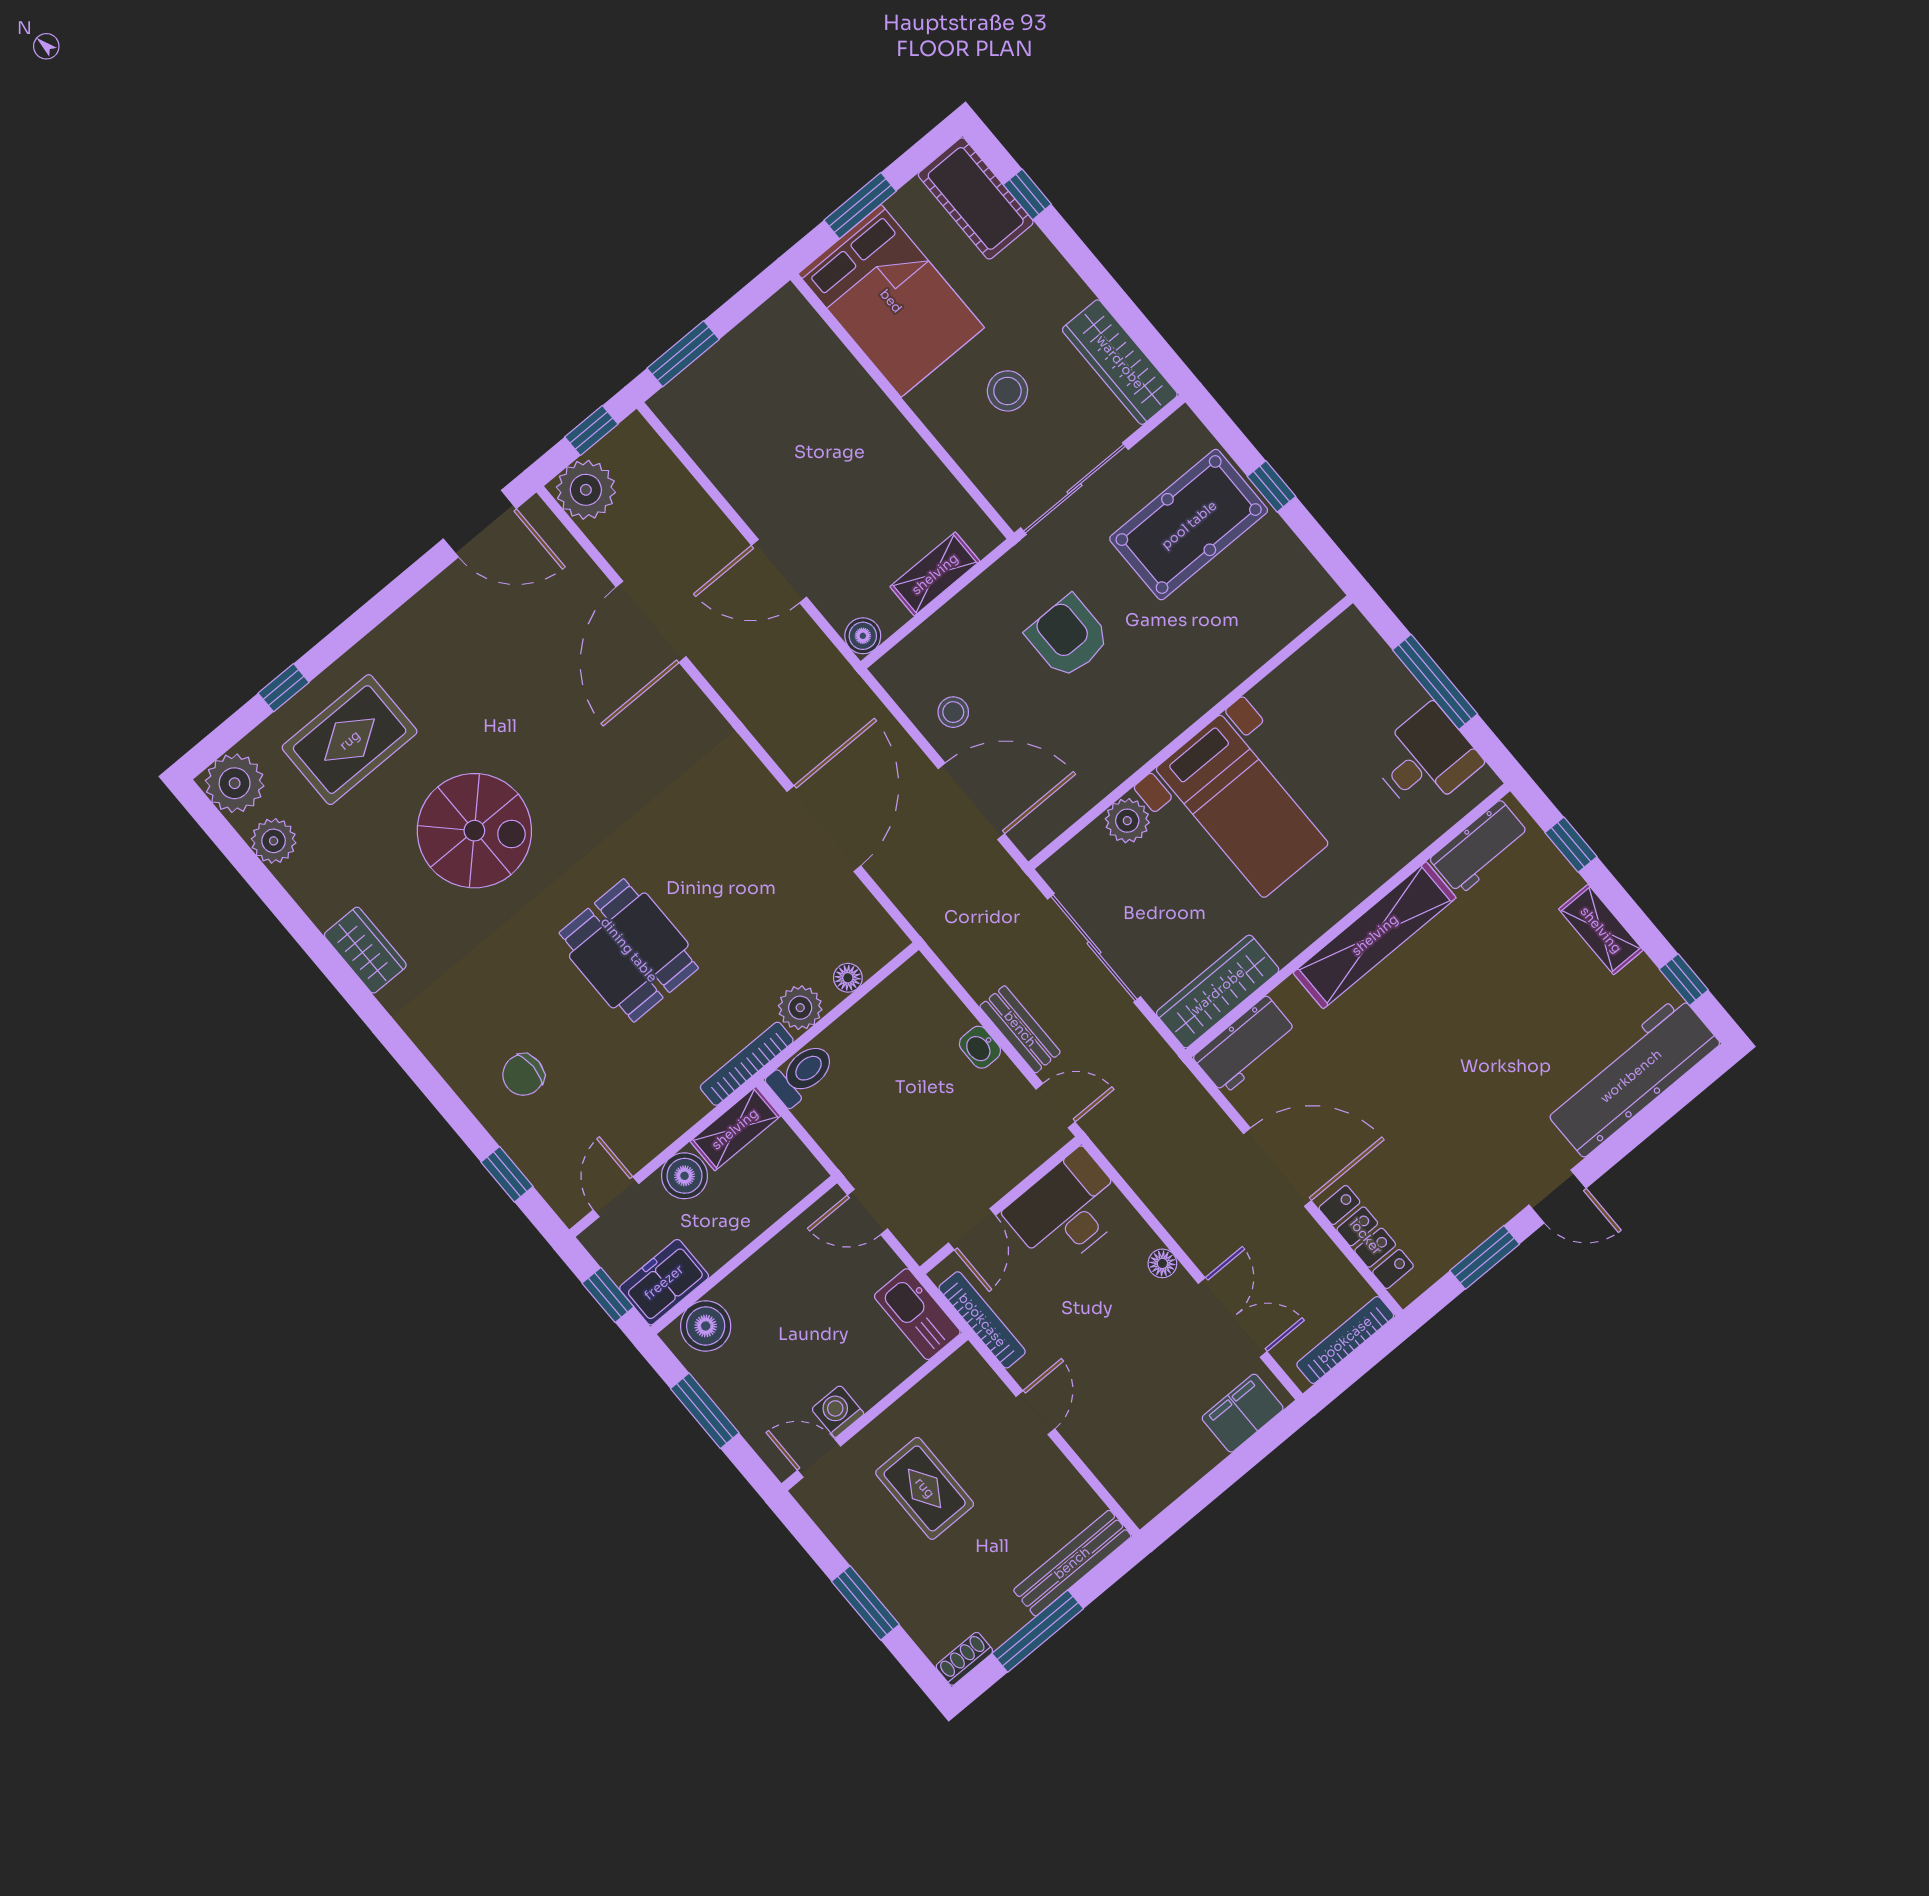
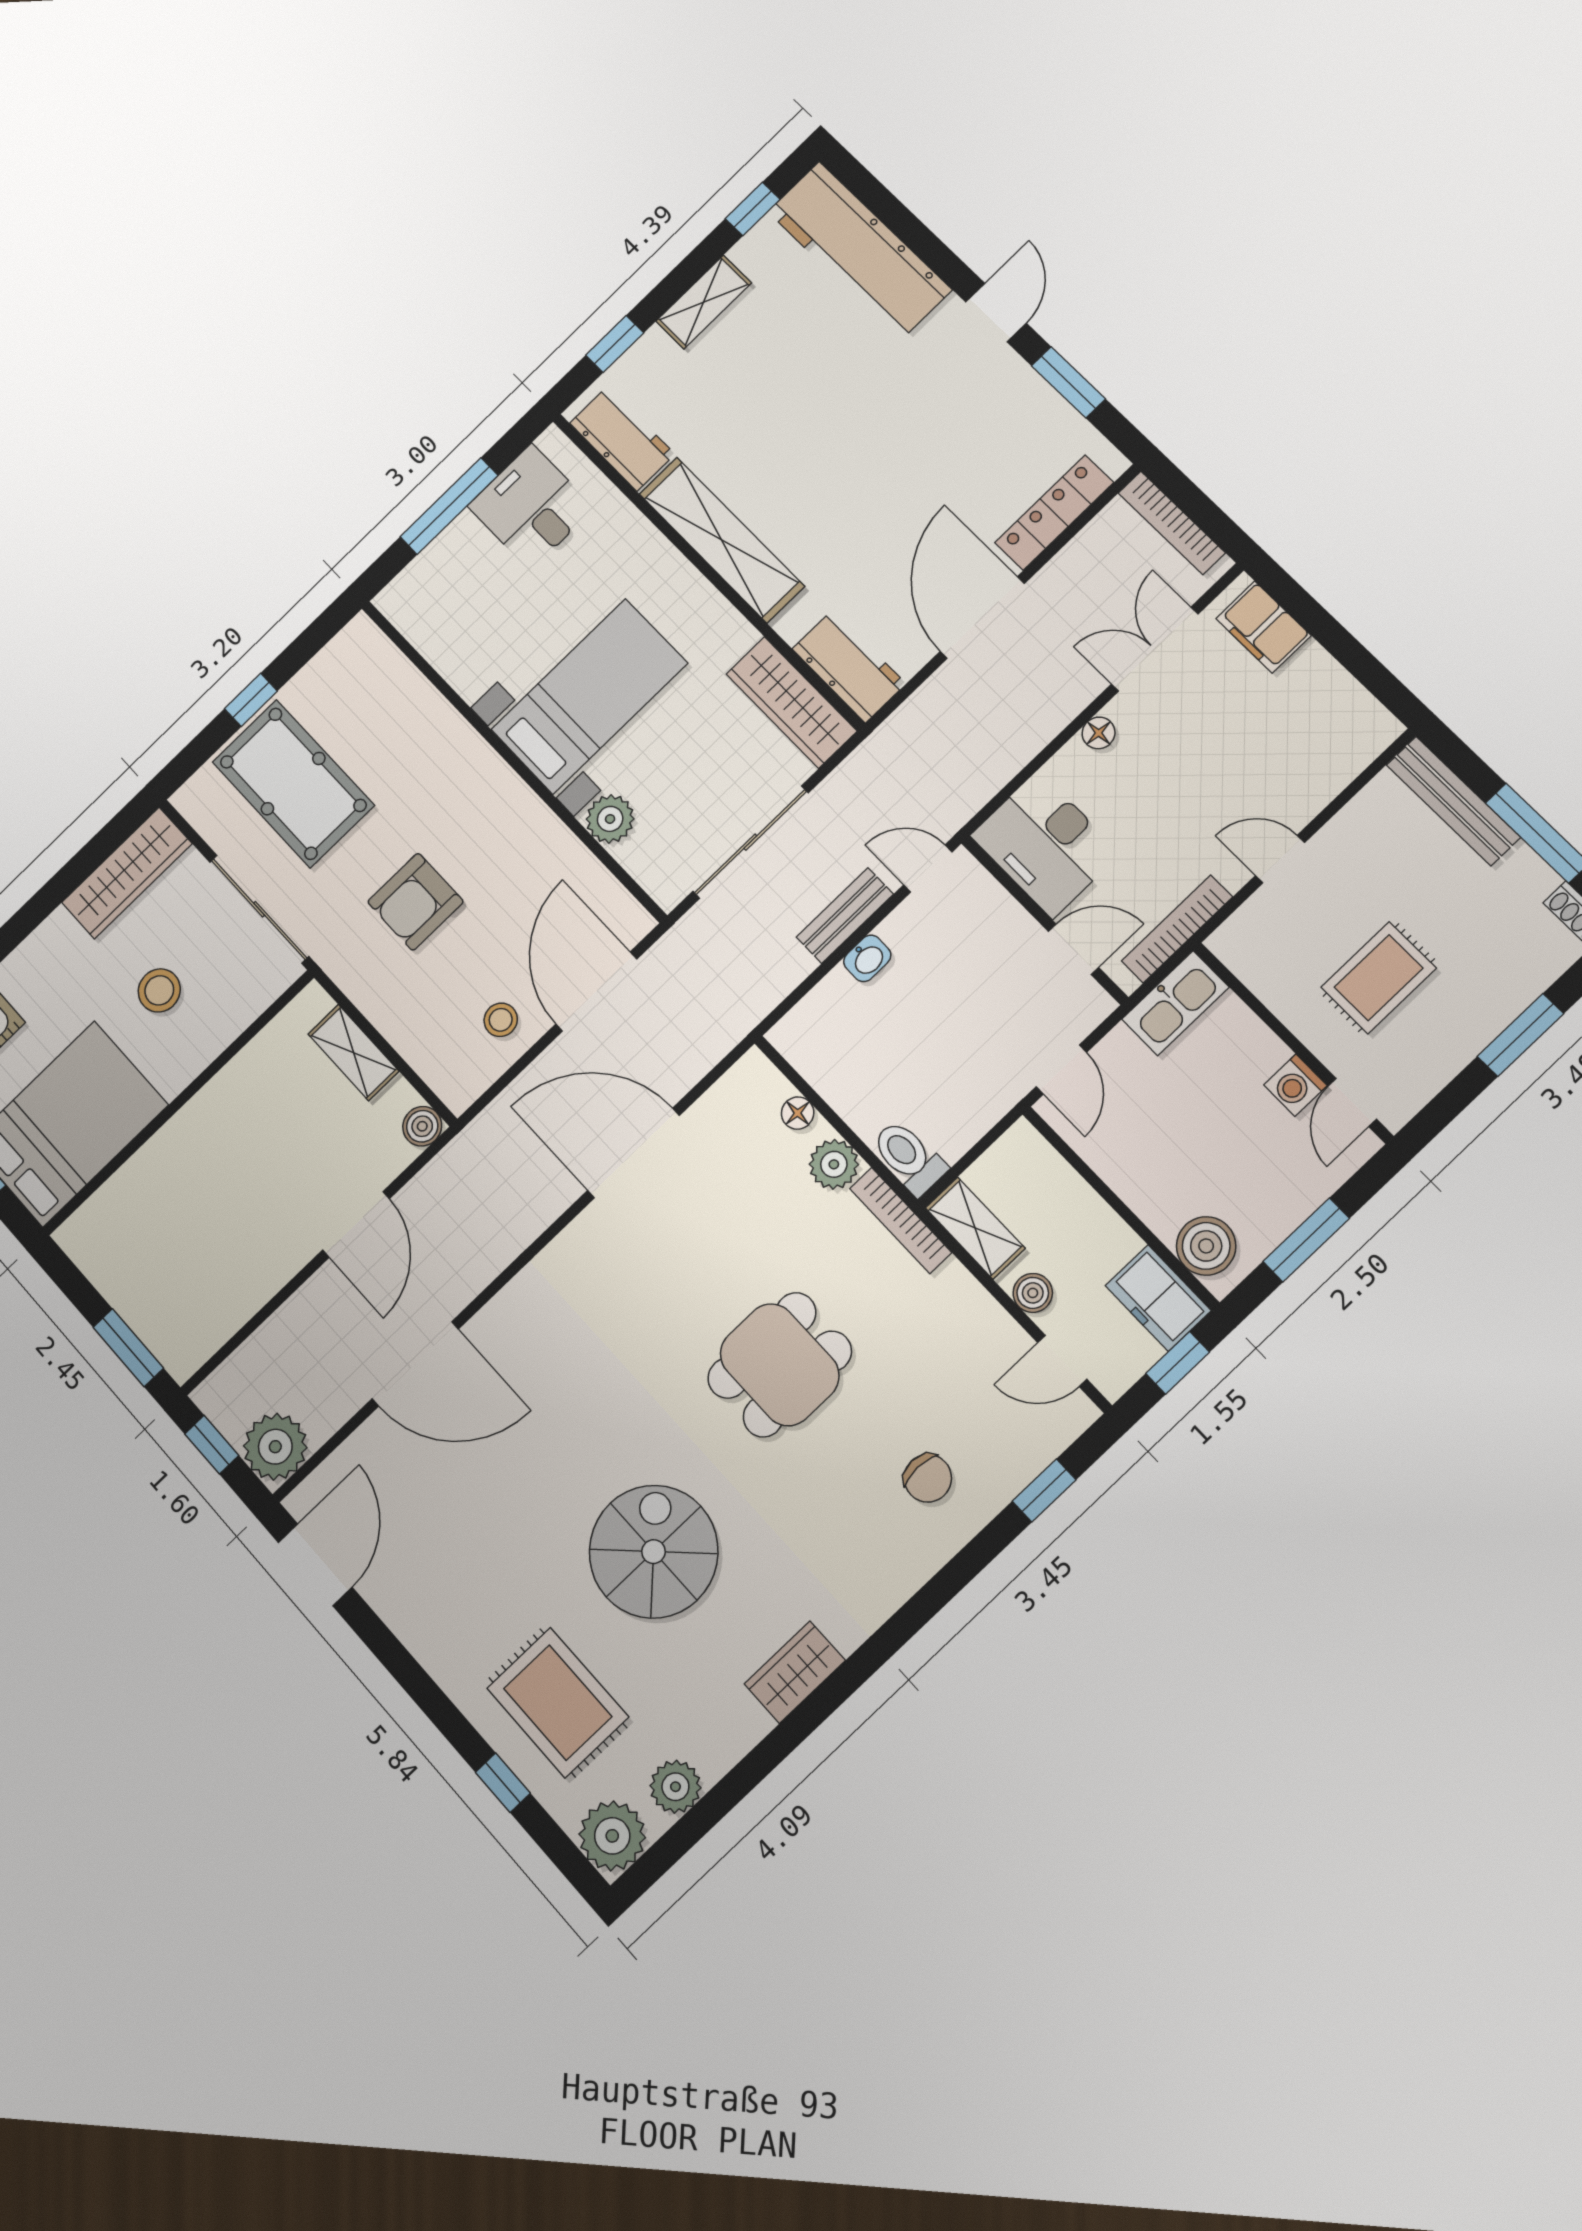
door: (1056, 1106) -> (928, 868), hinge flipped
boiler: (685, 1176) -> (1033, 1293), width x0.73, depth x0.73

